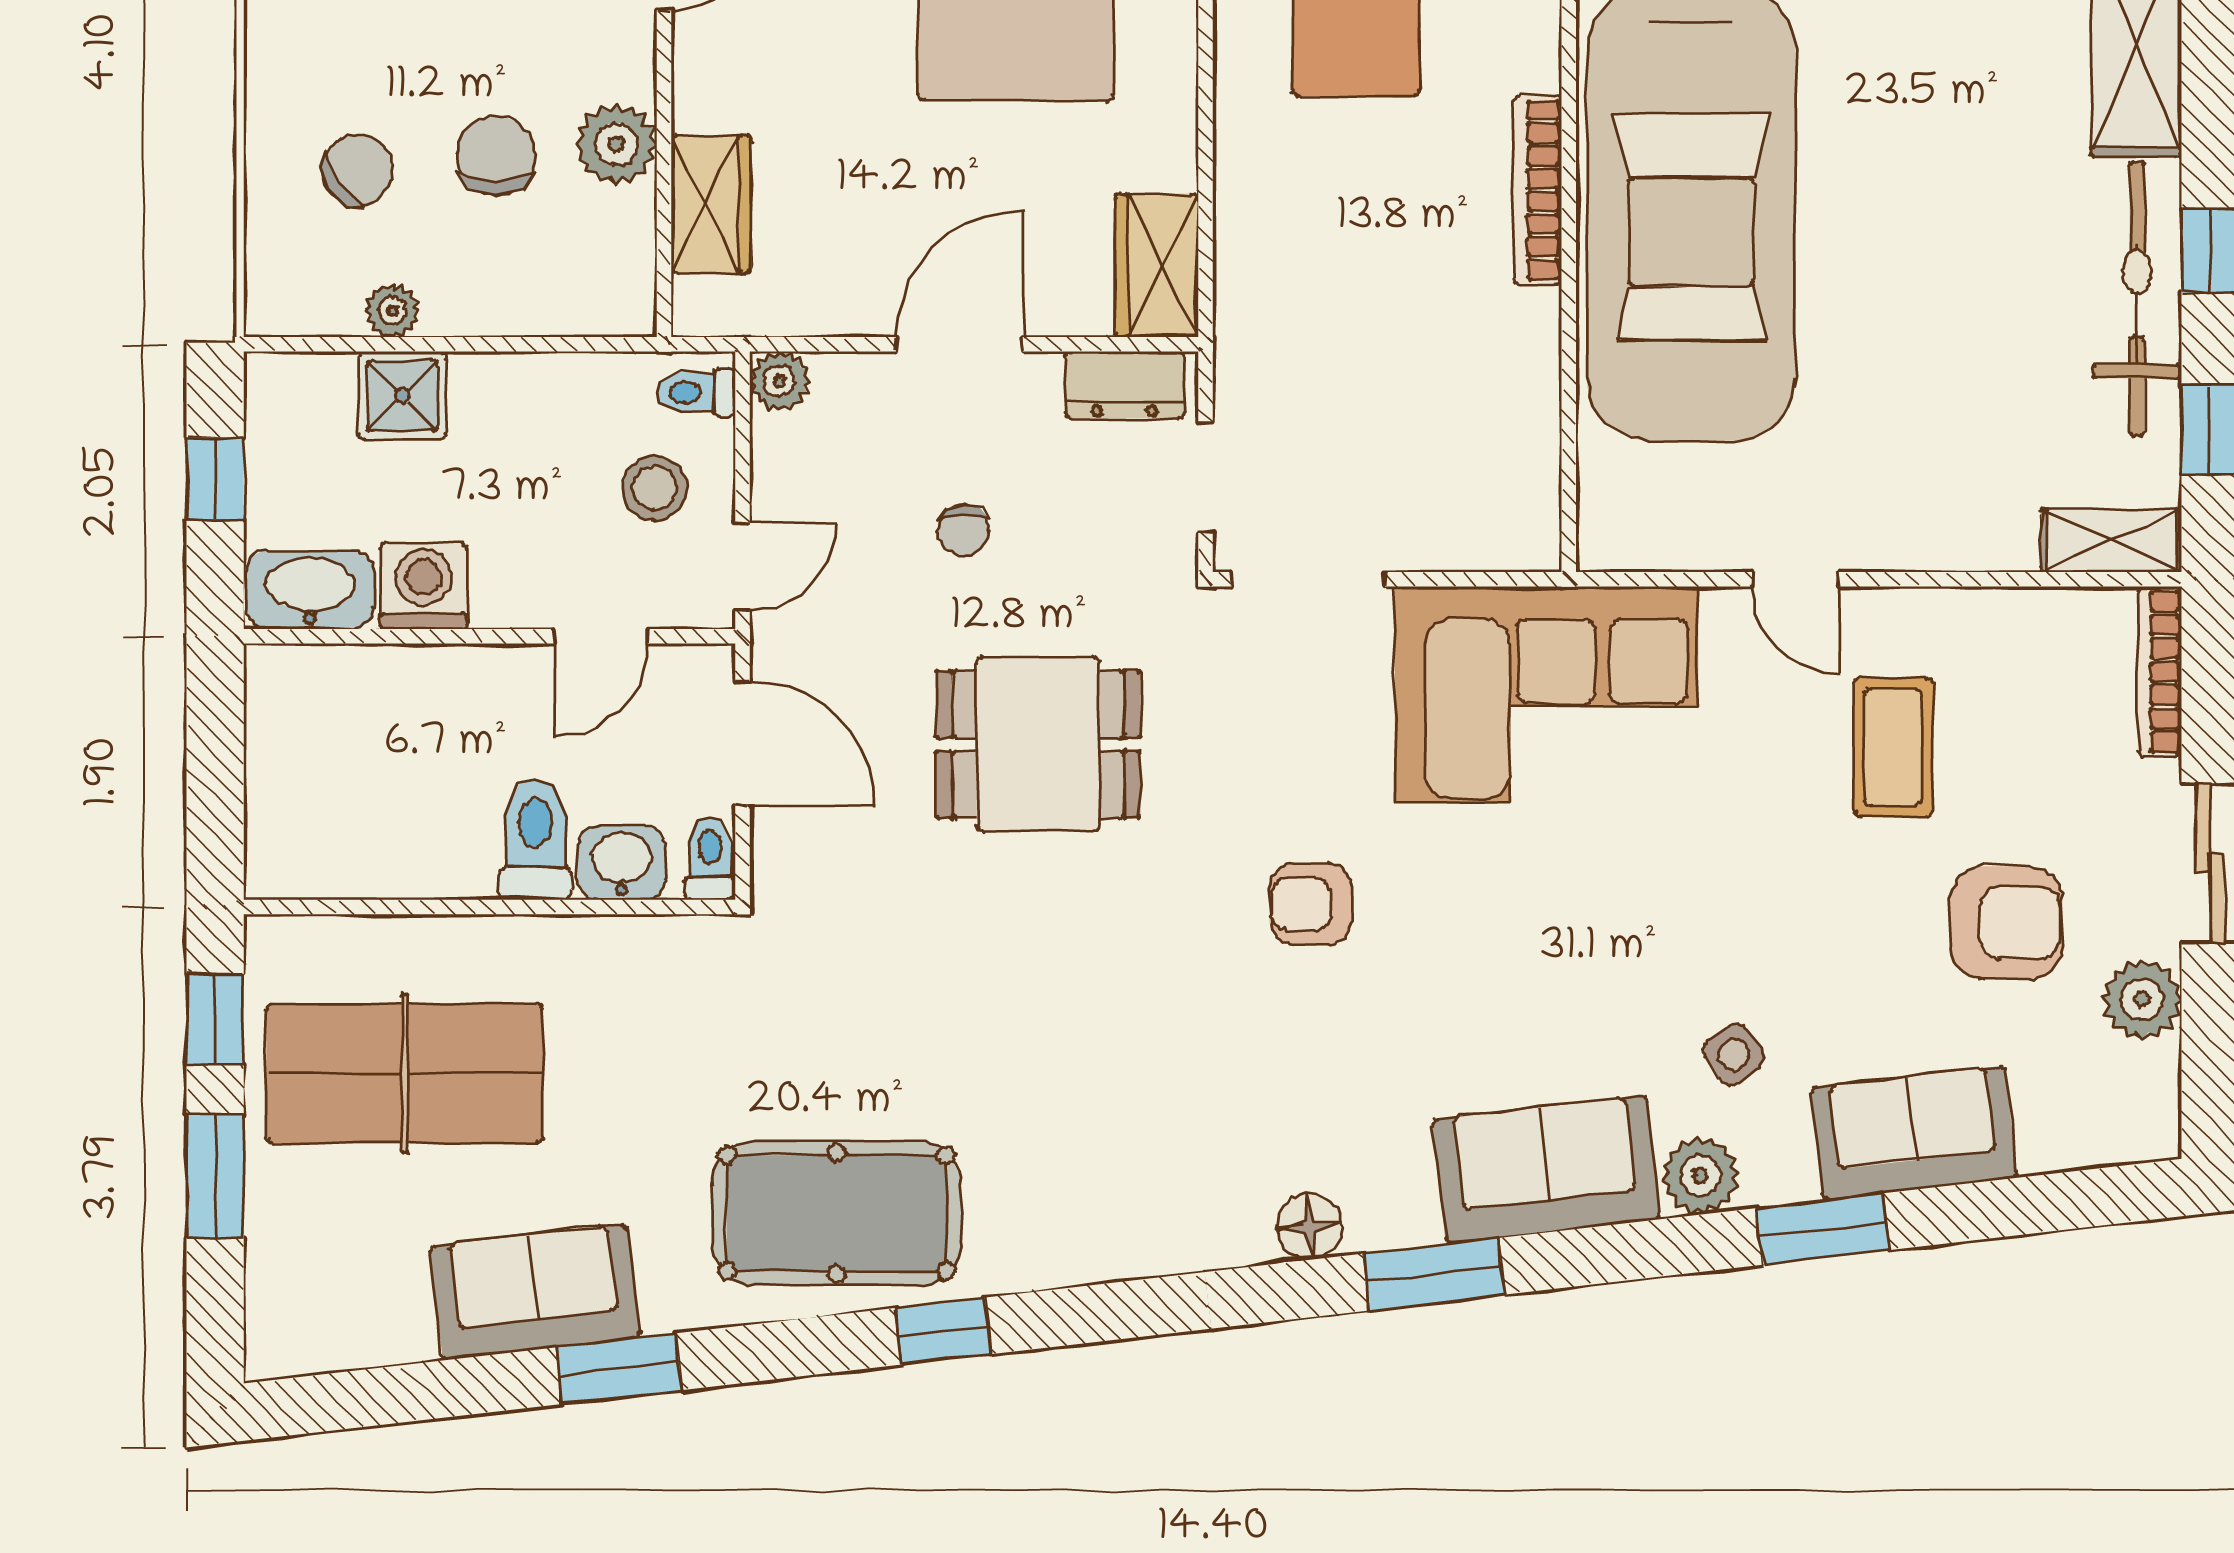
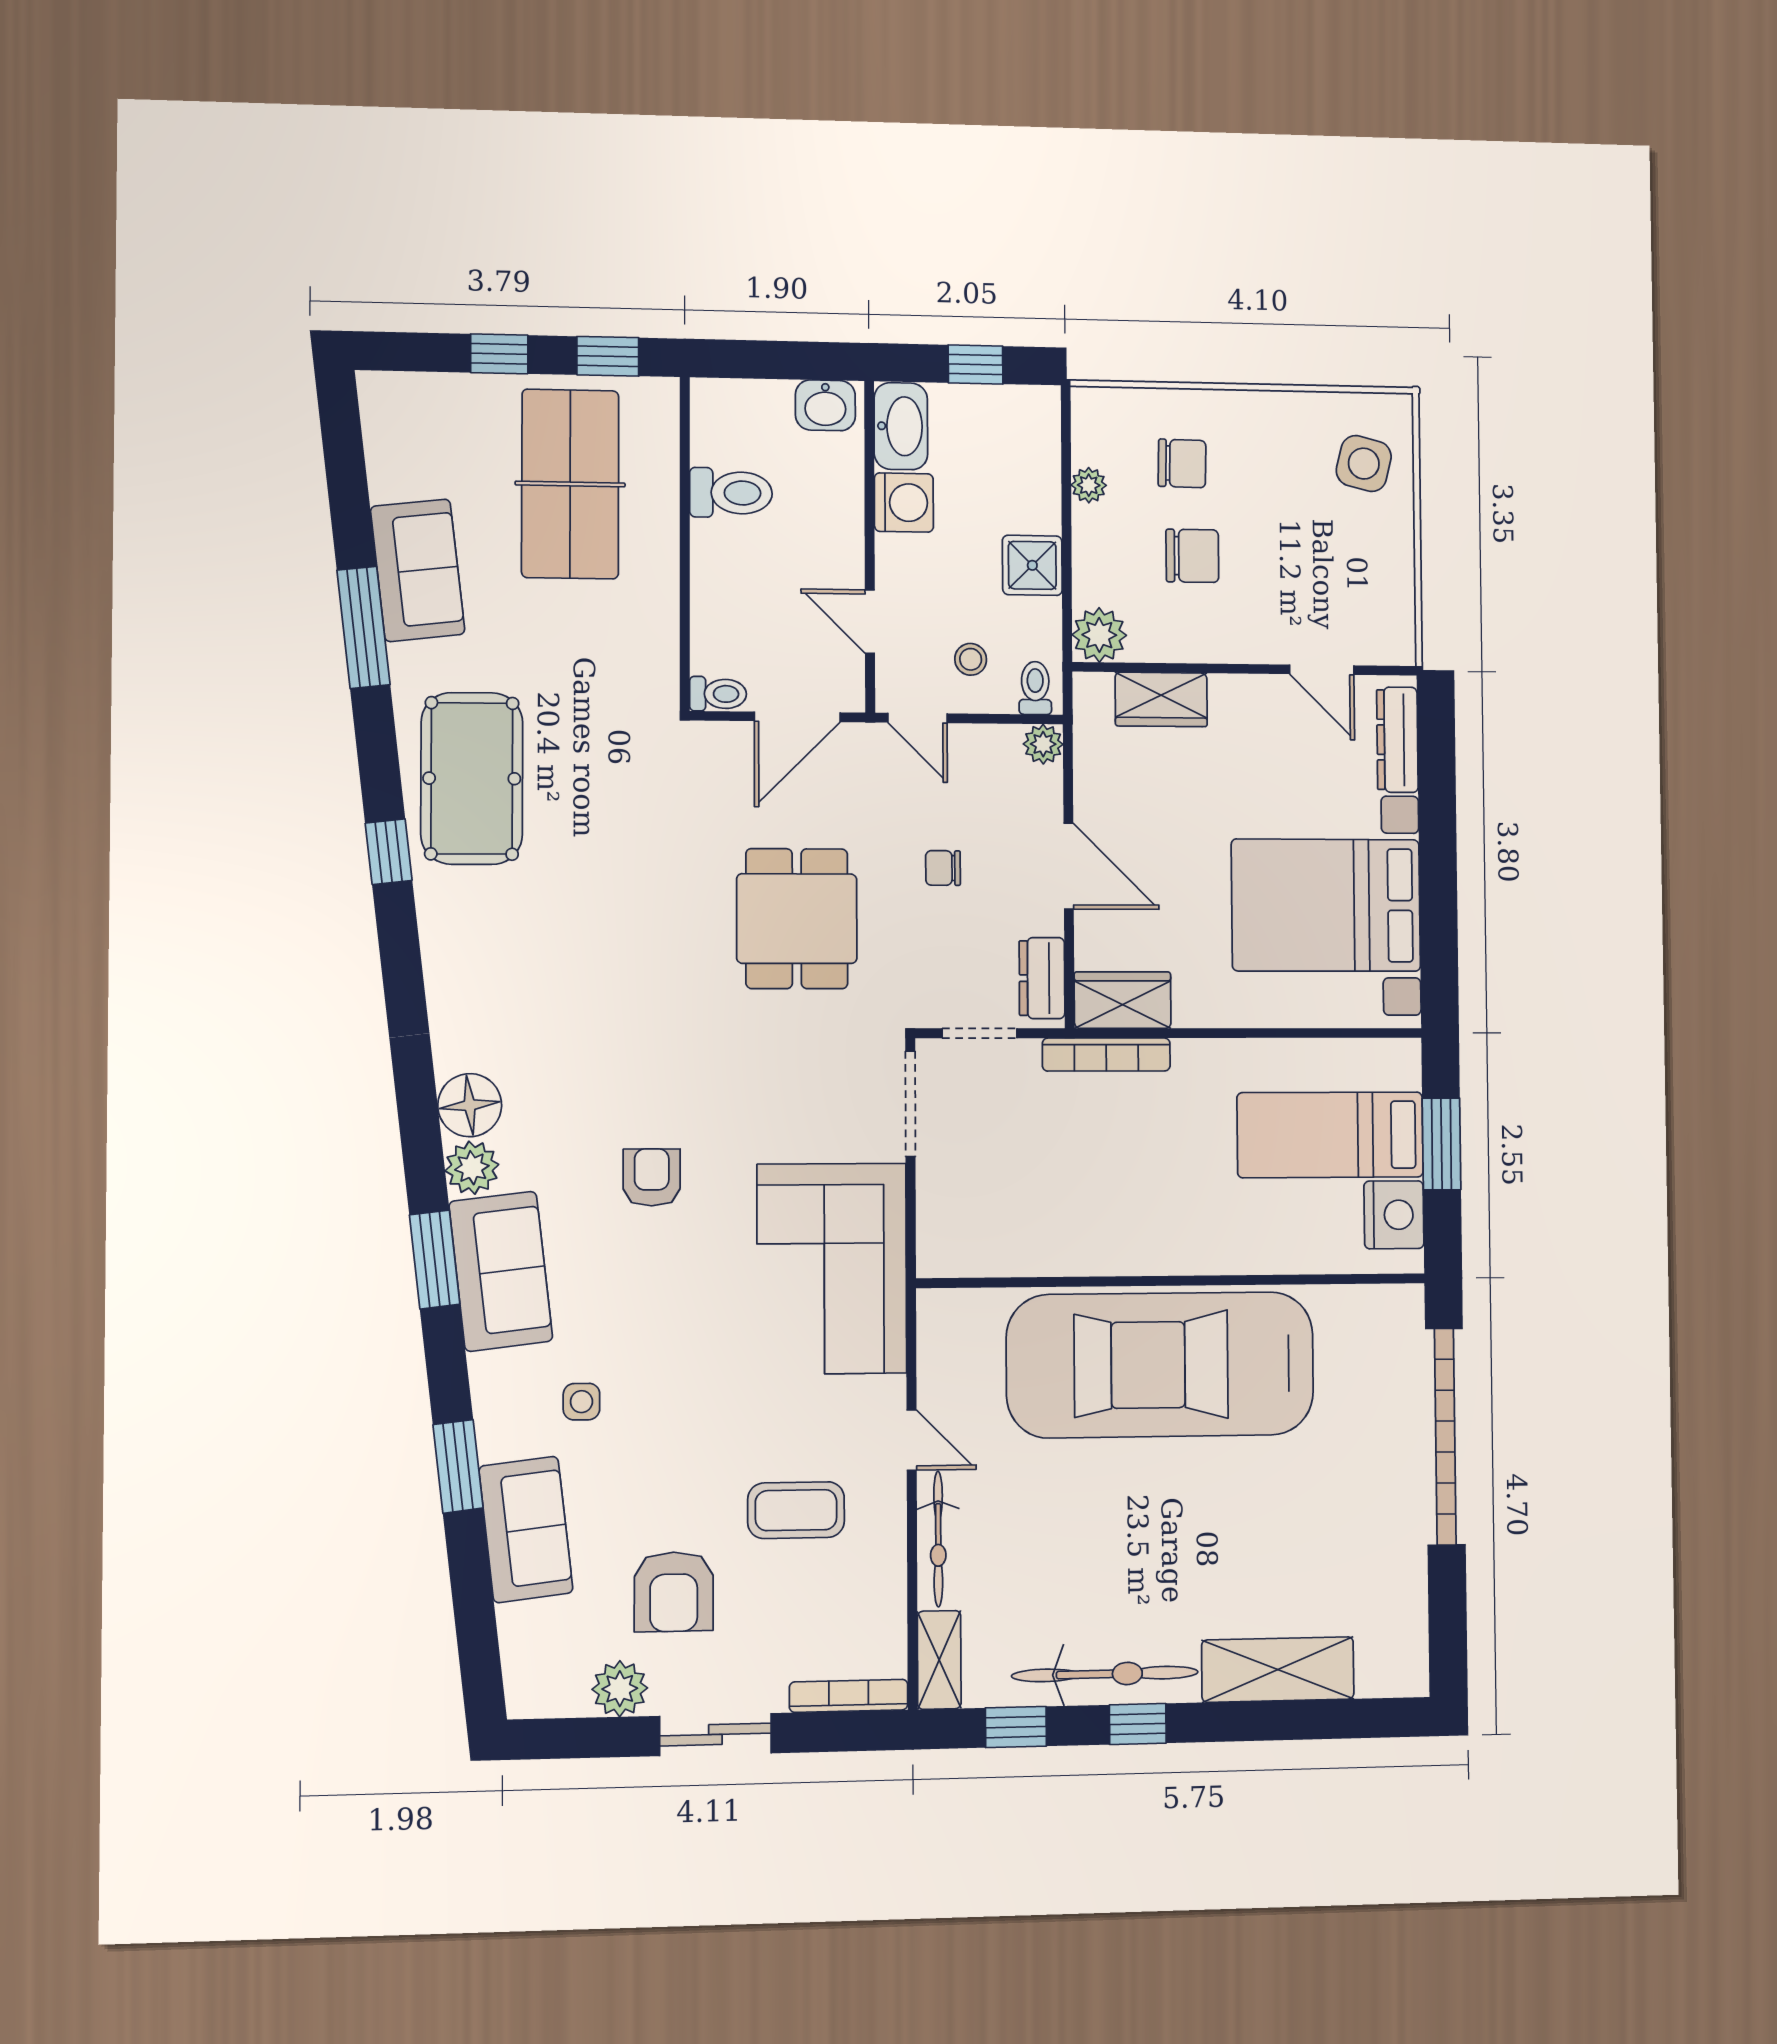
plant: (616, 144) -> (1099, 635), moved
chair: (357, 170) -> (1182, 463), turned -55
bookcase: (1537, 190) -> (1106, 1055), moved, turned 180
shower: (402, 396) -> (1032, 565), moved
stool: (655, 488) -> (971, 659), width x0.73, depth x0.73
bicycle: (1938, 541) -> (938, 1539), added
door: (1795, 579) -> (912, 1440), swing flipped
toilet: (535, 840) -> (731, 493), moved
washbasin: (622, 863) -> (825, 405), moved, turned 90
armchair: (1311, 904) -> (652, 1177), moved
side table: (1733, 1054) -> (581, 1402), turned 34
window: (215, 1176) -> (499, 354), width x0.67
plant: (1700, 1176) -> (472, 1168), moved
floor lamp: (1309, 1227) -> (470, 1105), width x1.38, depth x1.38
window: (1434, 1274) -> (435, 1260), moved
window: (619, 1369) -> (363, 627), width x1.44

